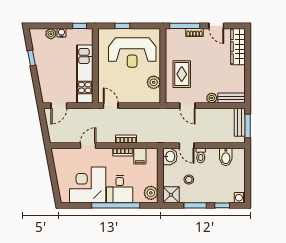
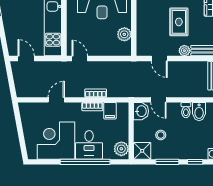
rug: (182, 74) -> (179, 22), moved
door: (59, 106) -> (26, 59), swing flipped
toilet: (201, 156) -> (186, 110), moved

